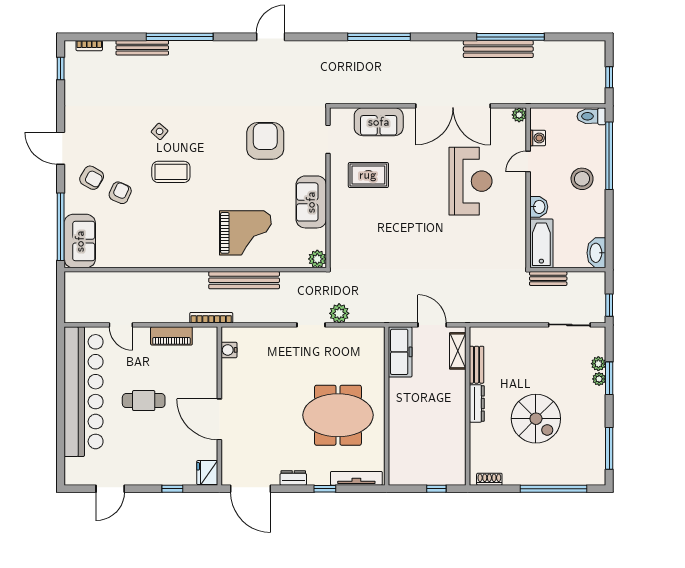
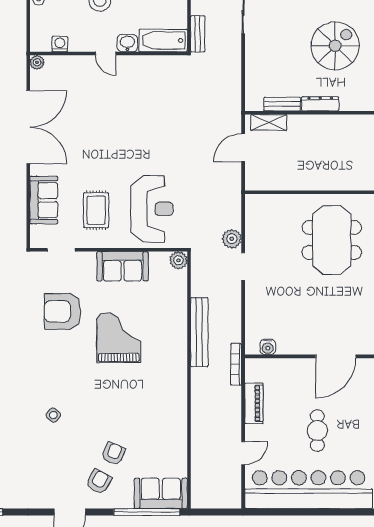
door: (528, 161) -> (106, 54), moved
coffee table: (171, 172) -> (93, 404), removed
reception desk: (471, 181) -> (152, 209), moved, turned 90
armchair: (120, 193) -> (113, 454), turned 88
grand piano: (245, 233) -> (119, 337), moved
freezer: (400, 352) -> (270, 179), removed

